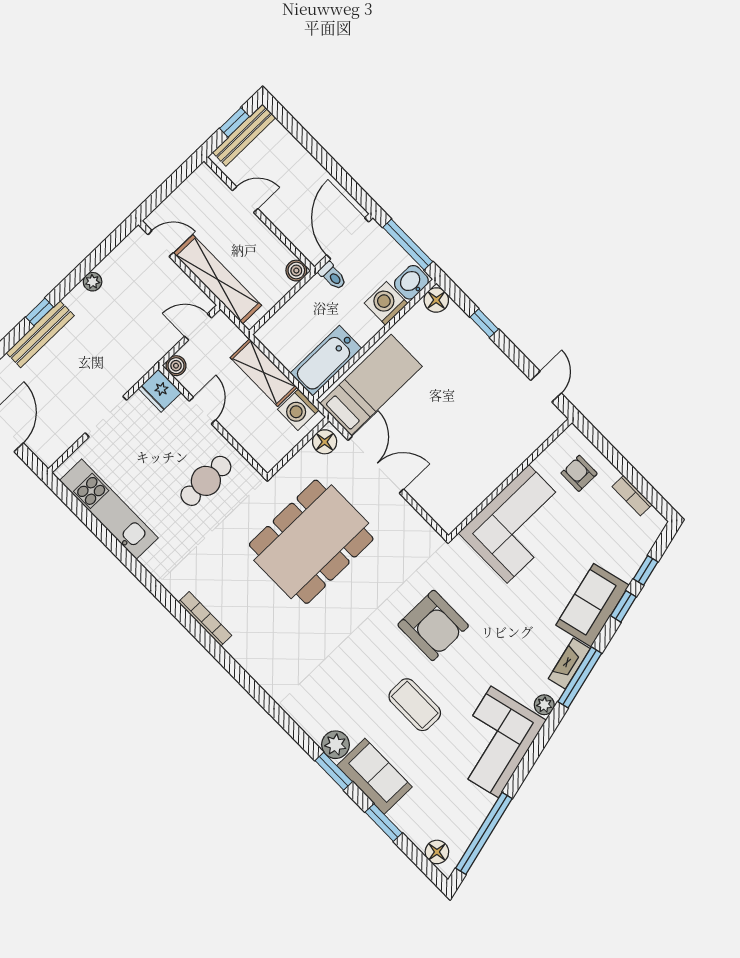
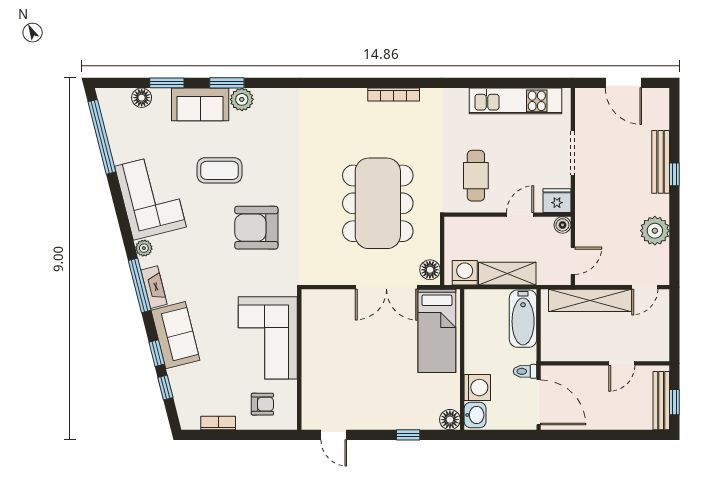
window: (408, 244) -> (500, 435), removed
boiler: (296, 271) -> (549, 353), removed
plant: (93, 282) -> (655, 231), width x1.87, depth x1.87
bathtub: (326, 361) -> (523, 319), moved, turned 180
door: (202, 411) -> (520, 215), swing flipped
floor lamp: (437, 852) -> (142, 98), moved

